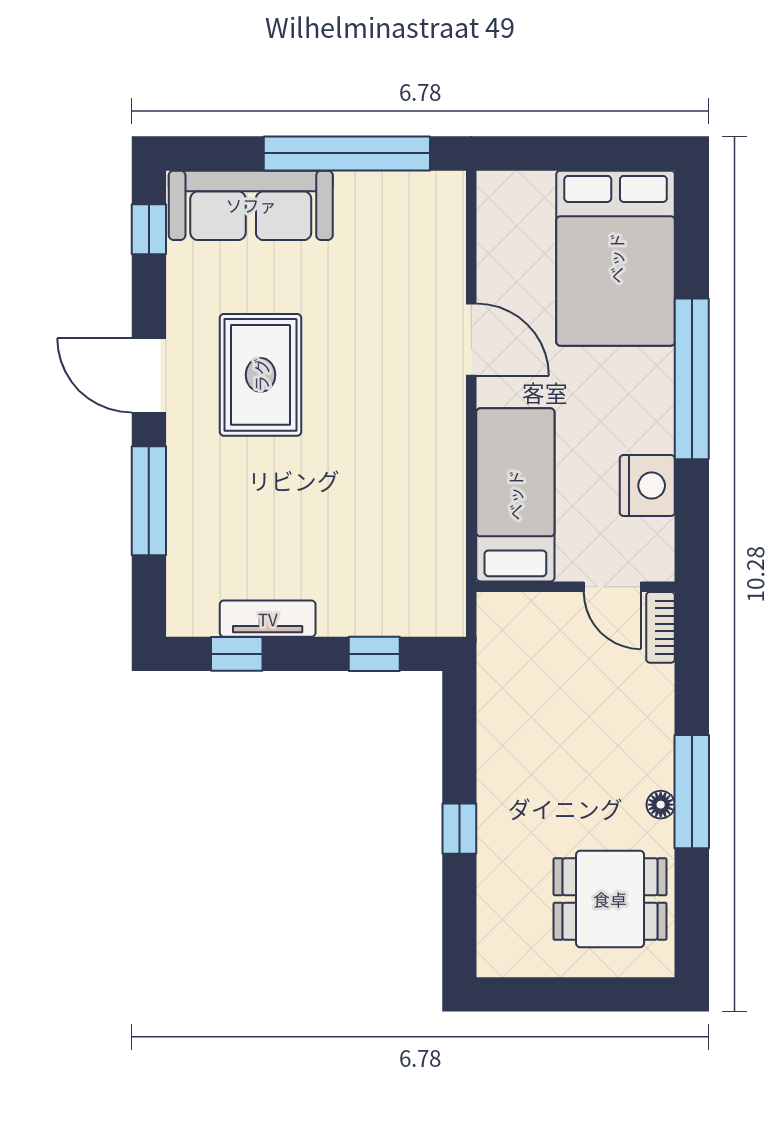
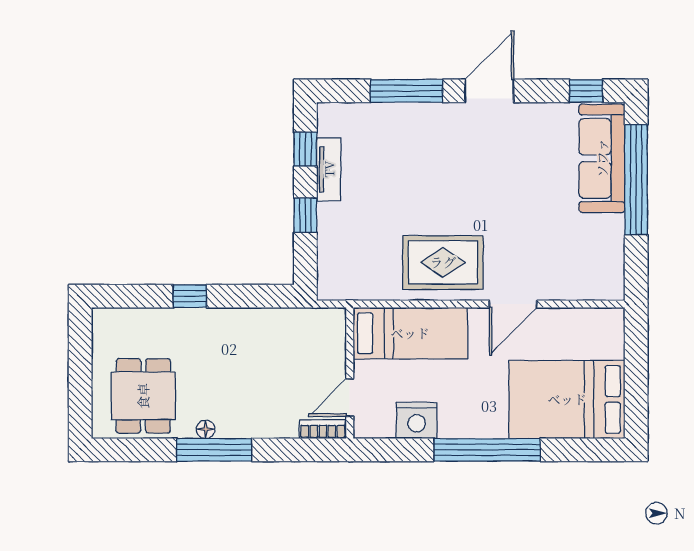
window: (347, 153) -> (636, 180), moved
rug: (261, 375) -> (443, 262), moved
window: (374, 654) -> (305, 215), moved

